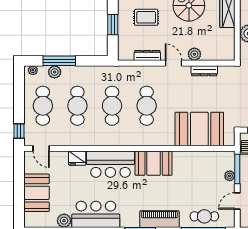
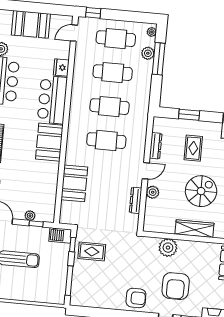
booth: (199, 129) -> (74, 183), width x0.73, depth x0.70
window: (237, 169) -> (36, 224), width x0.46

